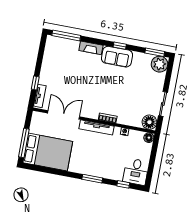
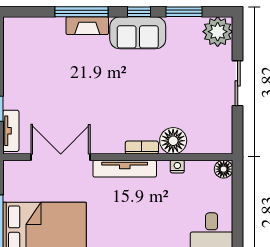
window: (66, 36) -> (81, 12), moved
window: (155, 52) -> (184, 12), moved
sliding door: (163, 104) -> (238, 83), moved
floor lamp: (149, 122) -> (173, 141), moved

